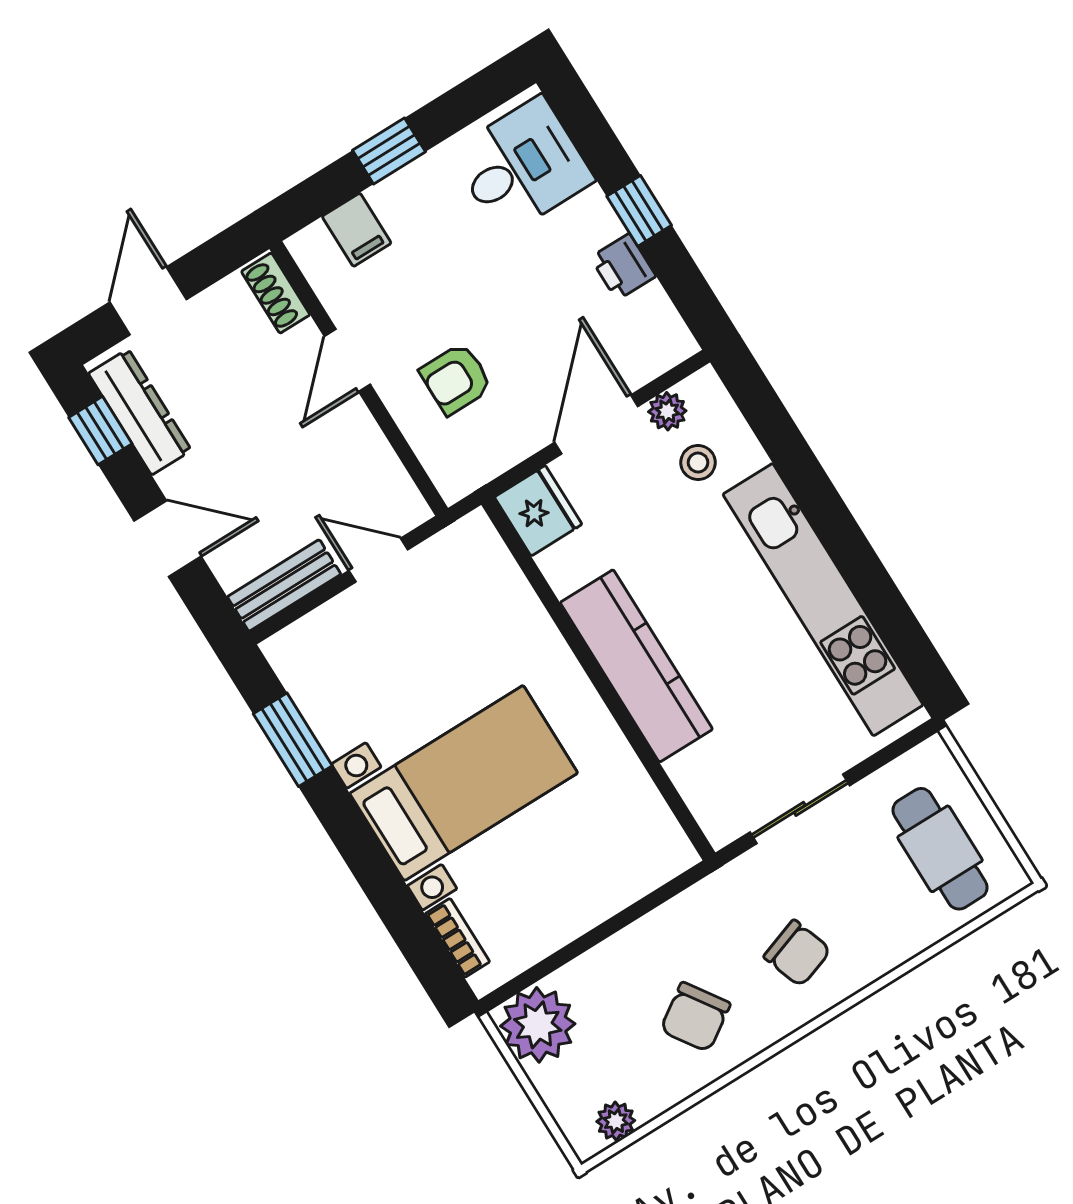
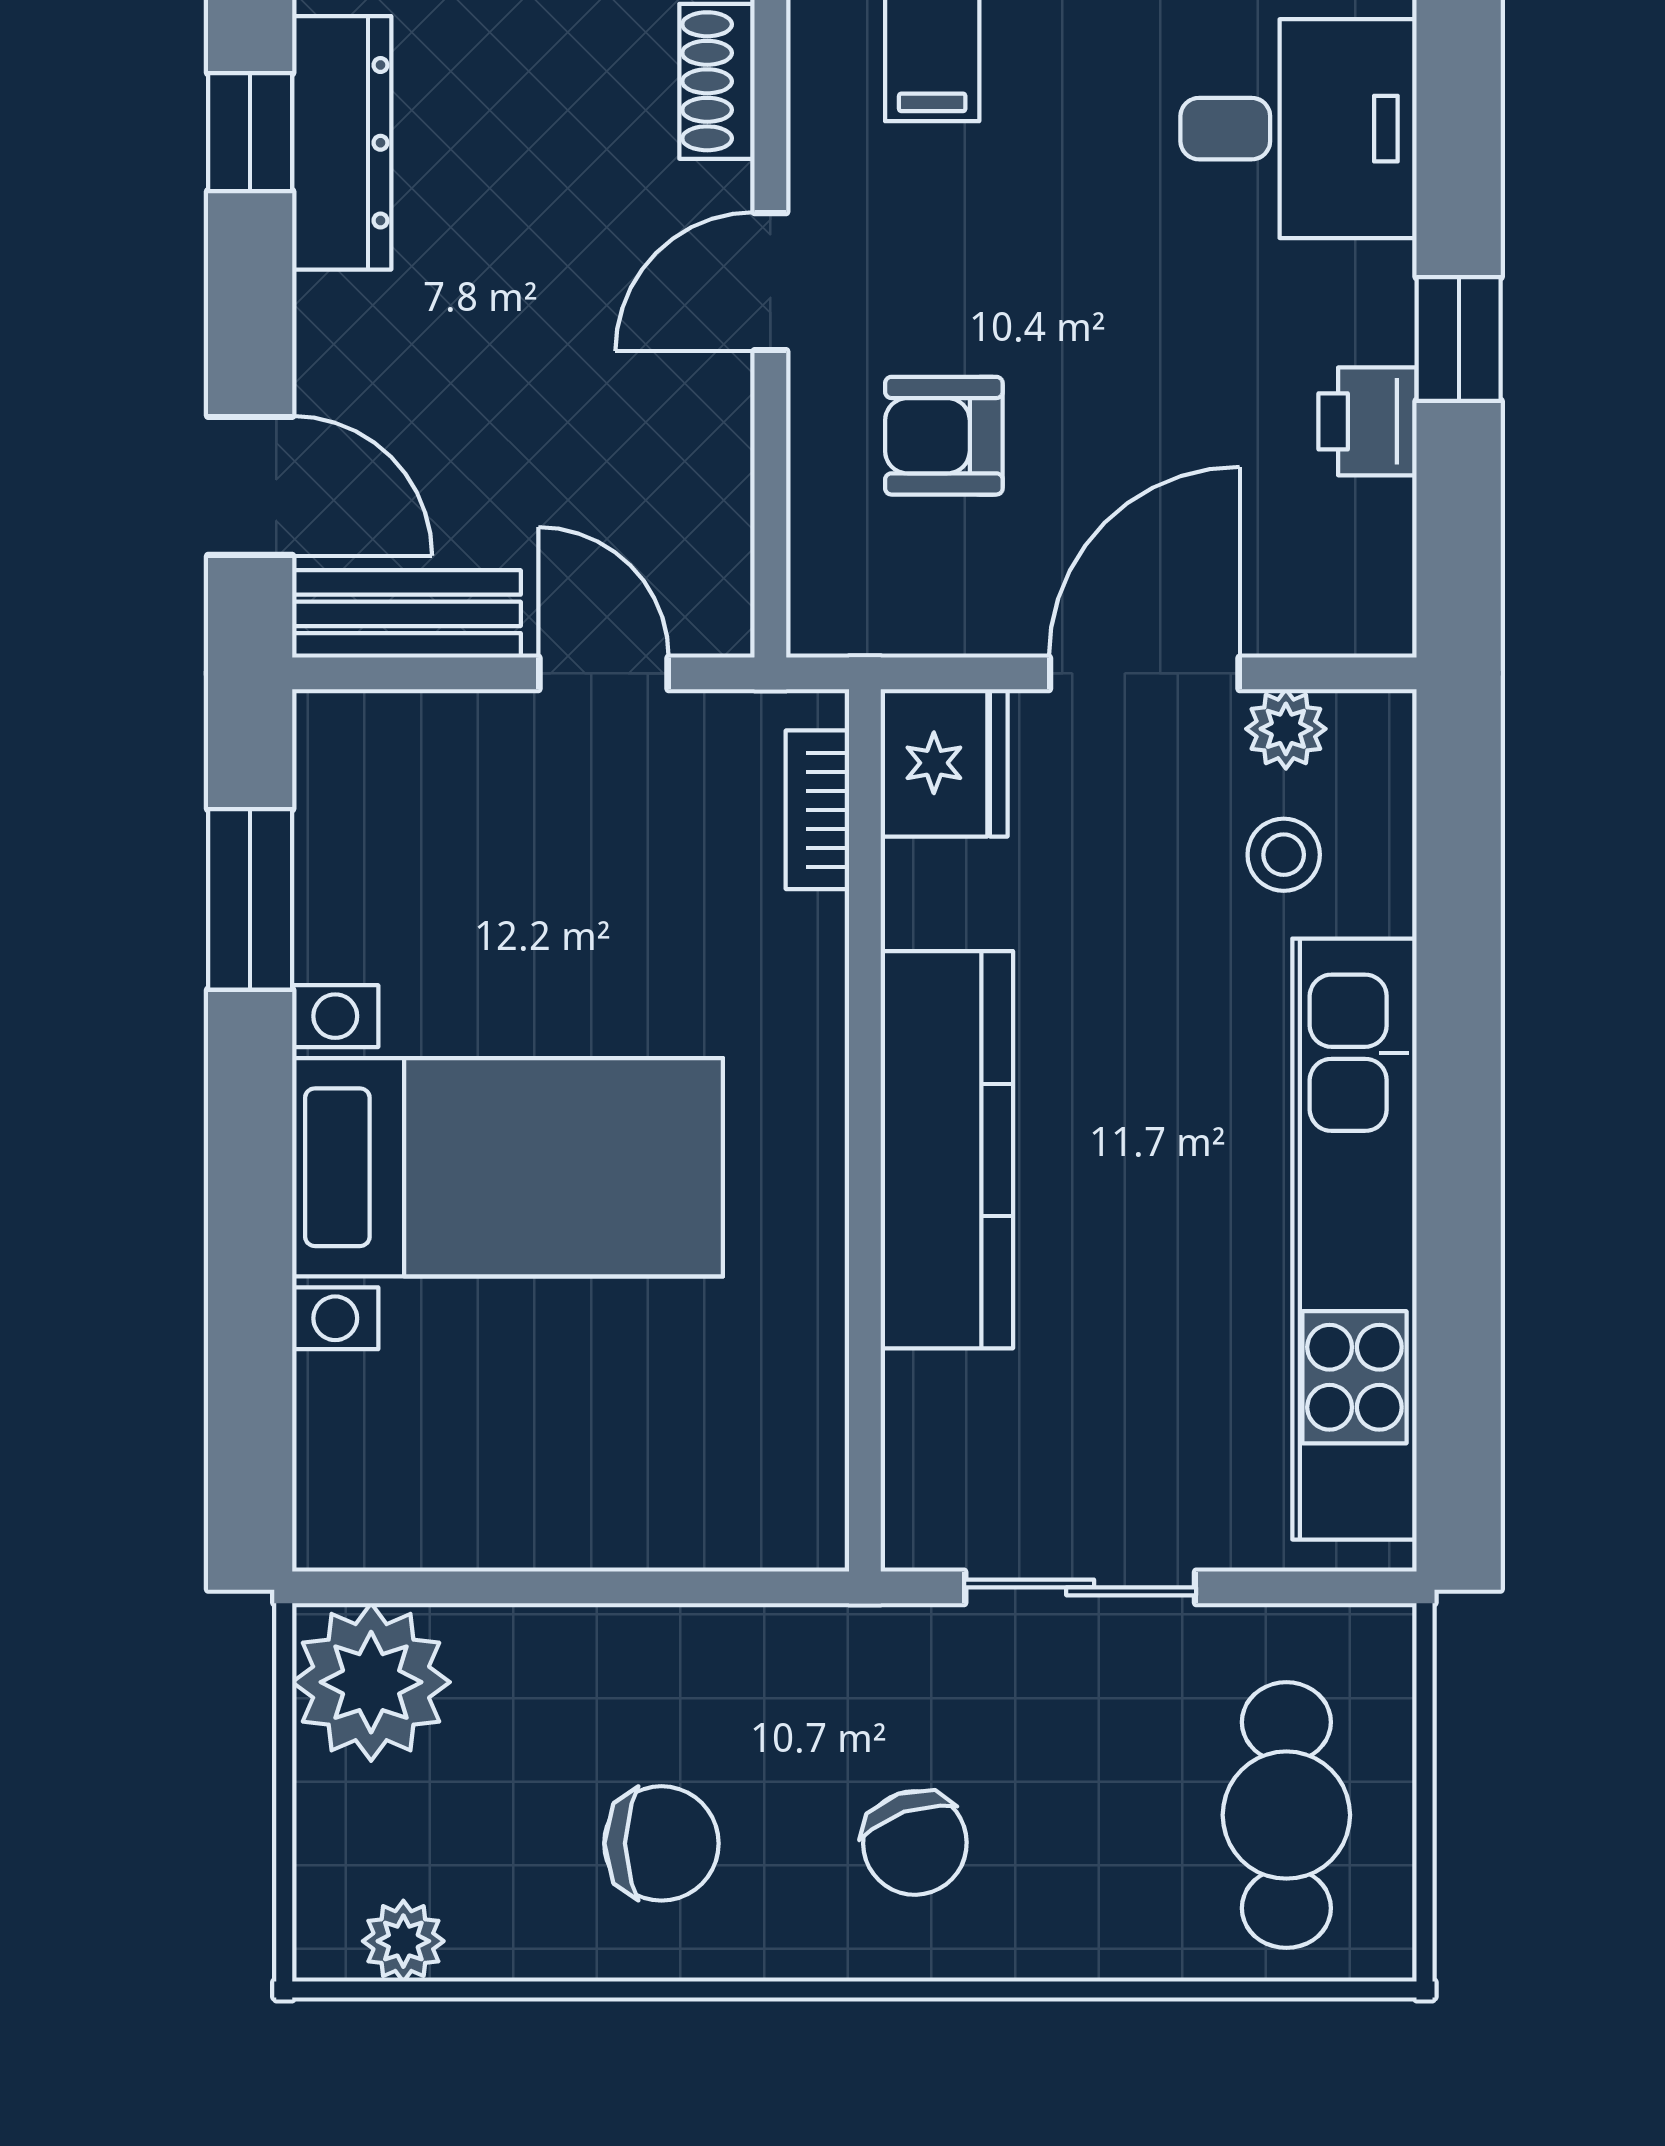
door: (168, 539) -> (250, 486), moved
bookcase: (457, 938) -> (817, 810), moved, turned 180
chair: (695, 1017) -> (661, 1843), turned -146

